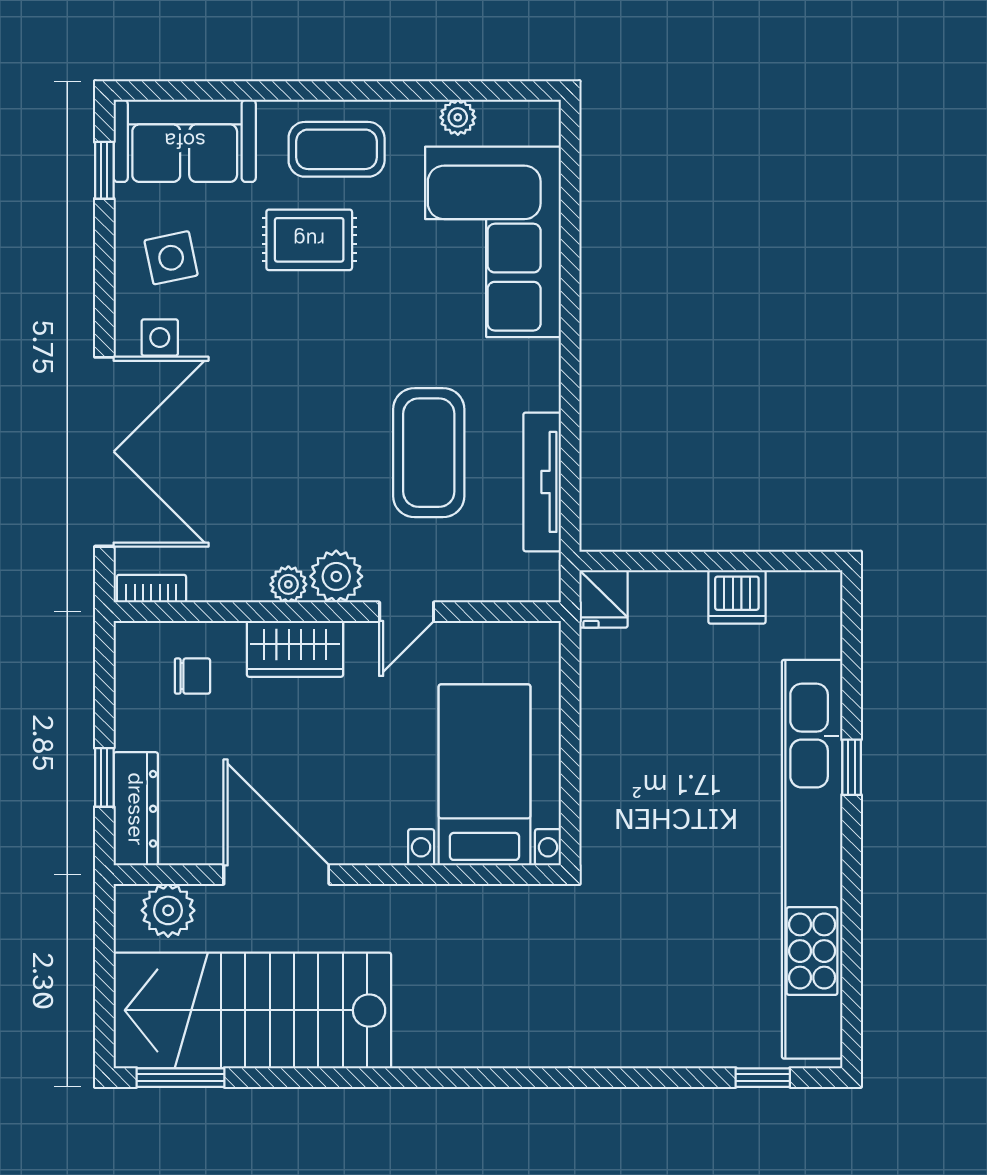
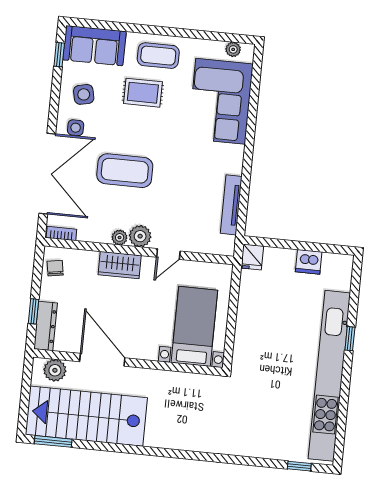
plant: (458, 117) -> (233, 49), moved
coffee table: (429, 453) -> (125, 171), moved, turned 90
chair: (193, 676) -> (55, 268), moved, turned -99

